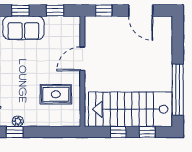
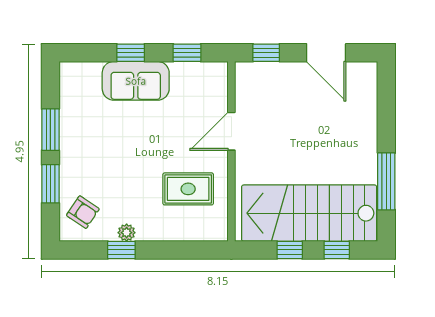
window: (178, 90) -> (386, 181), width x0.68

